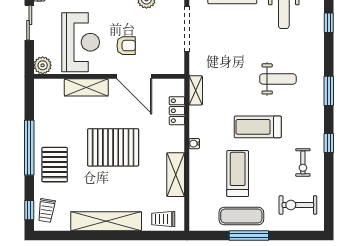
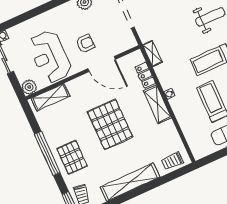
reception desk: (81, 42) -> (50, 57), turned 180
shelving: (86, 87) -> (51, 97), moved
pallet: (113, 147) -> (110, 124), turned 90
shelving: (176, 175) -> (157, 104), moved

